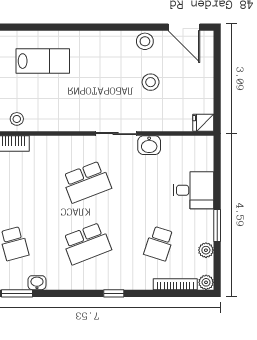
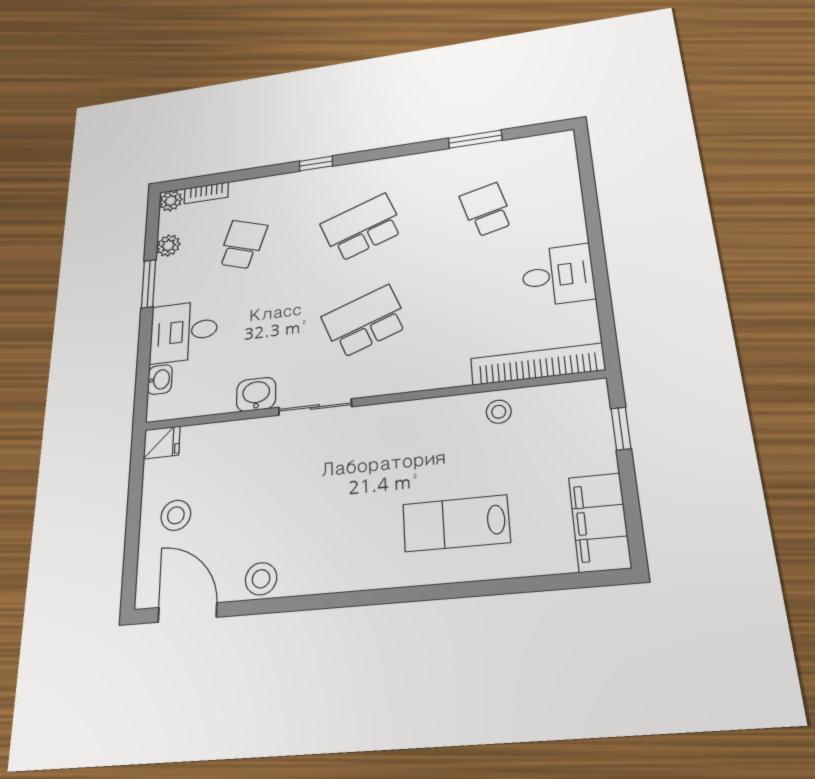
stool: (151, 82) -> (176, 515), moved
washbasin: (37, 283) -> (160, 380), moved, turned -90
bookcase: (175, 284) -> (206, 193), width x0.64

